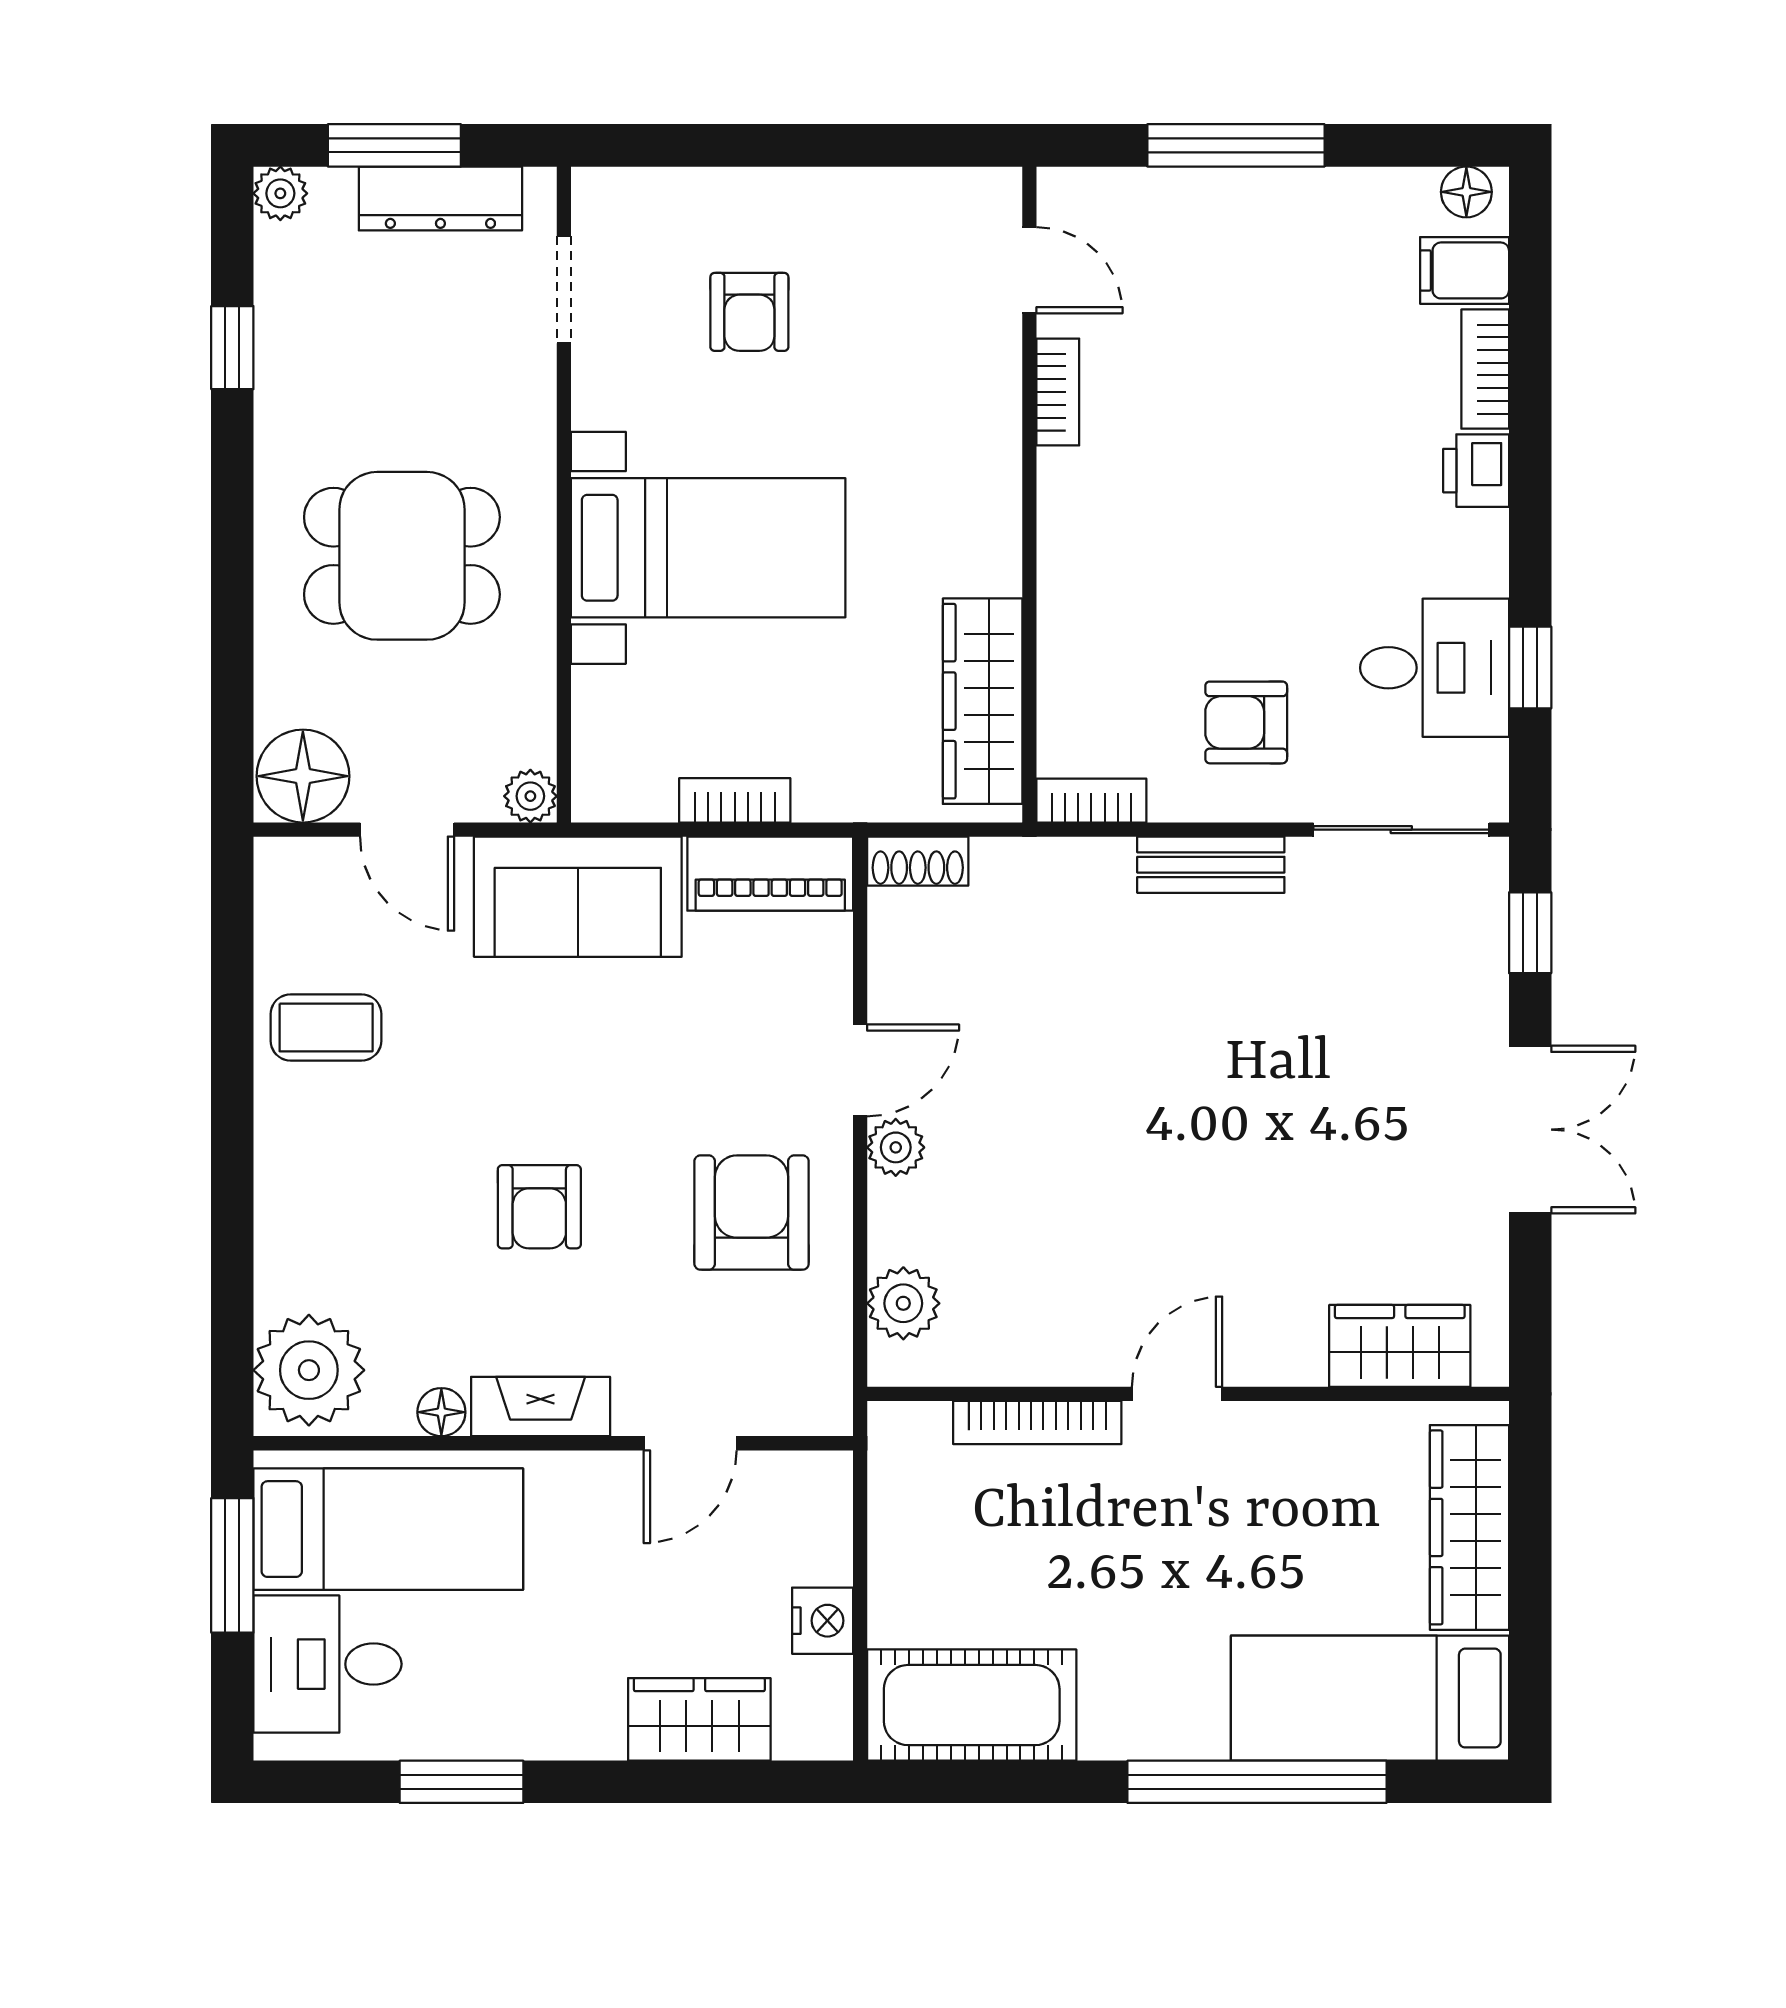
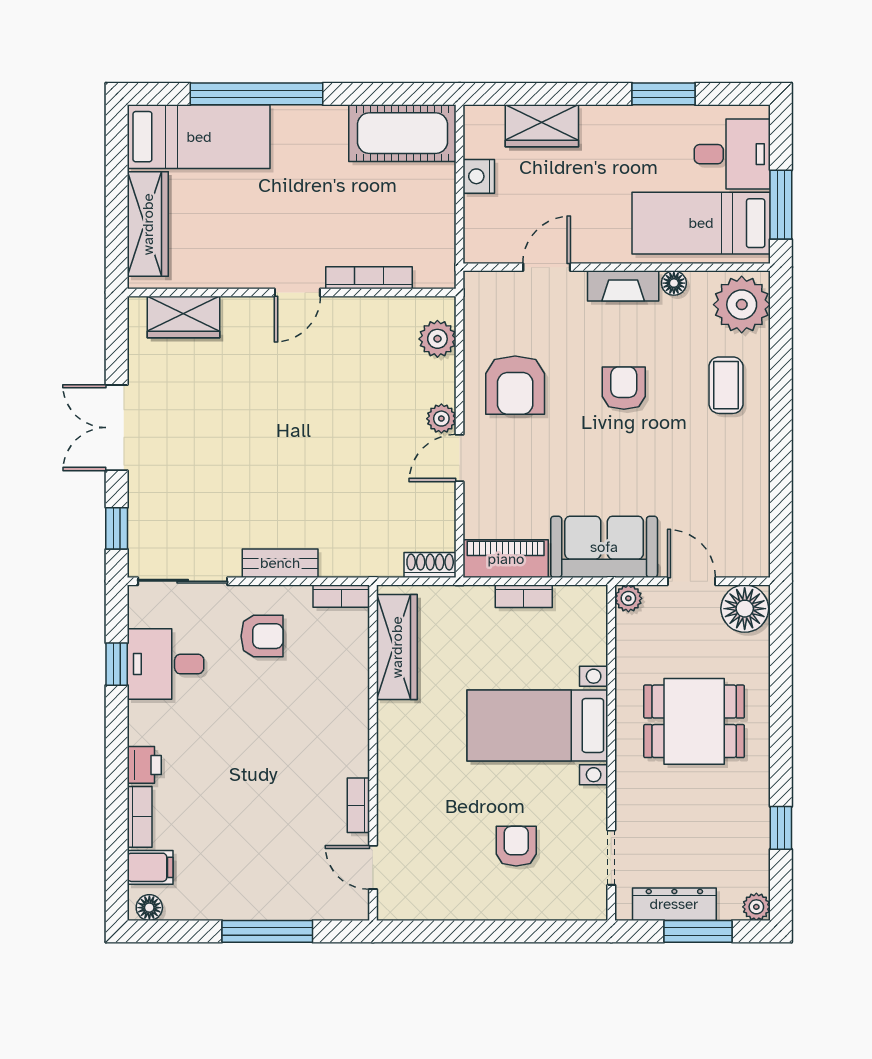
coffee table: (326, 1027) -> (726, 385), moved, turned 90

